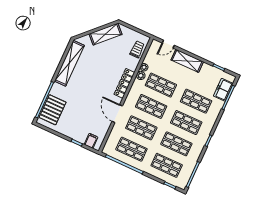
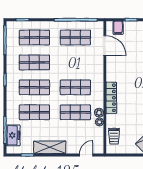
shelving: (187, 61) -> (50, 147), moved
door: (117, 114) -> (105, 46), moved
shop shelf: (141, 128) -> (75, 62), removed

